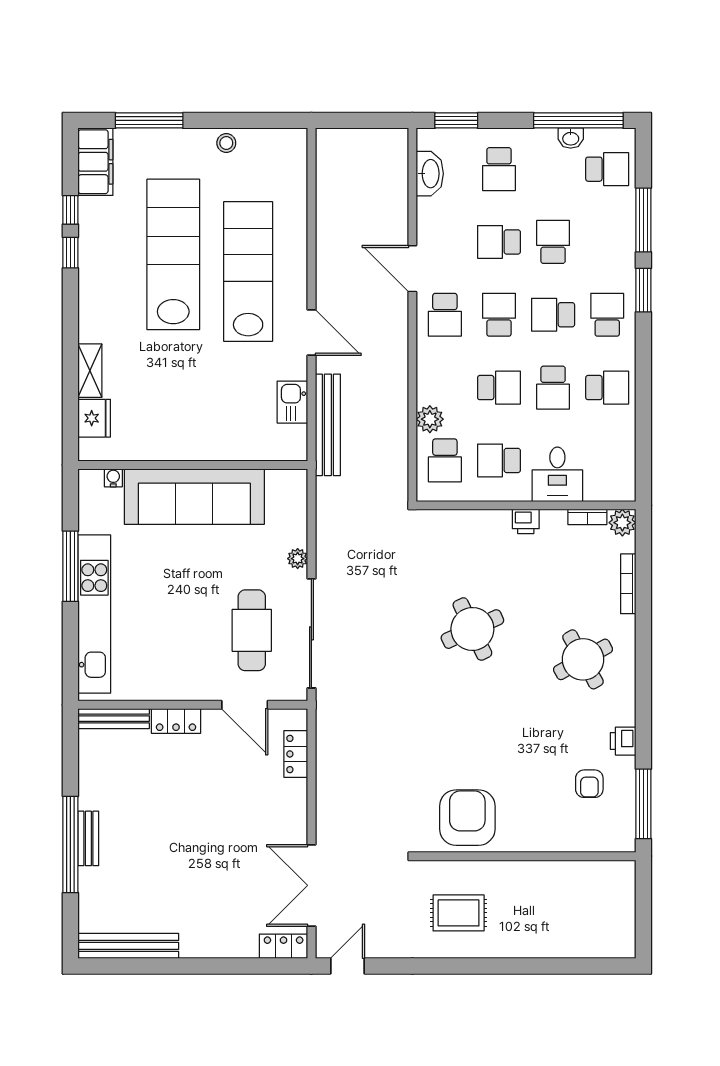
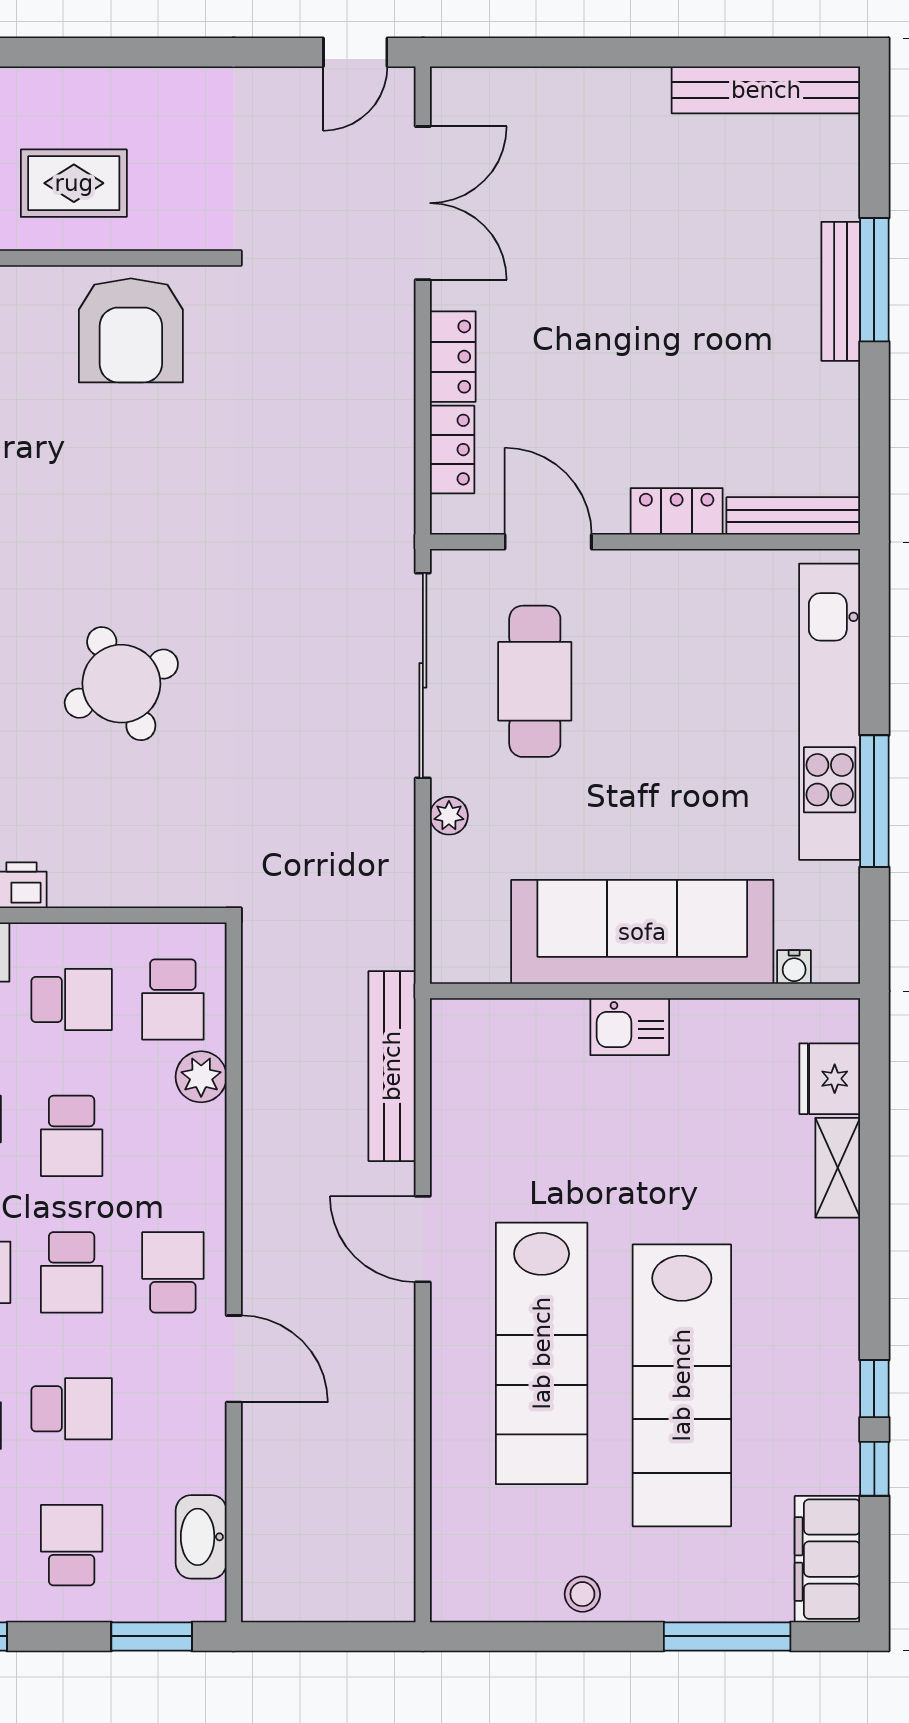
school desk: (499, 388) -> (72, 1136), turned -90
kitchen sink: (292, 402) -> (630, 1027), moved, turned 90
school desk: (445, 460) -> (173, 999), turned 180
bench: (88, 838) -> (841, 291), width x1.36
window: (70, 845) -> (874, 280), width x0.68
rug: (459, 913) -> (74, 183), moved
locker: (284, 946) -> (453, 357), moved, turned -90

